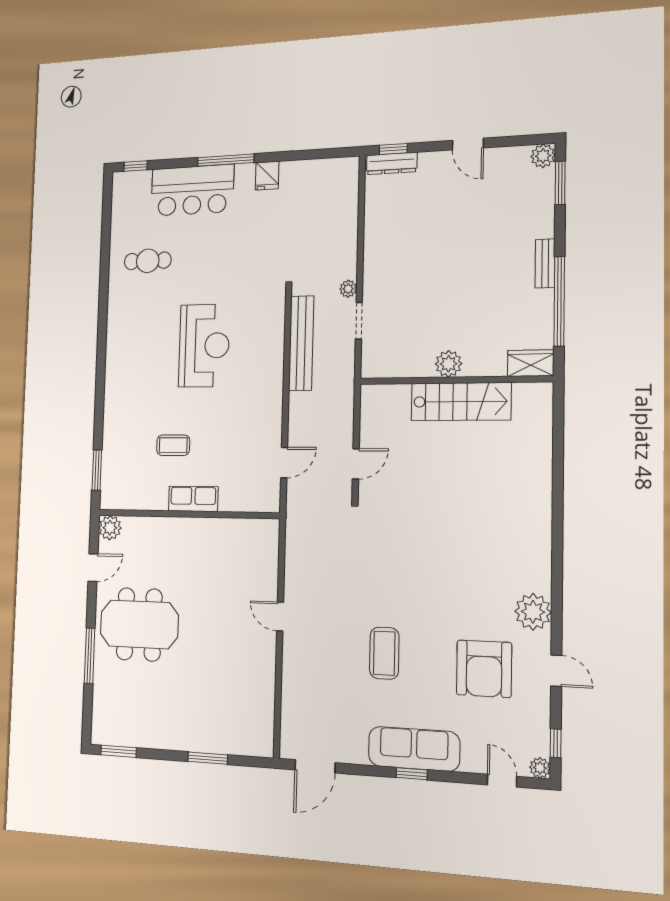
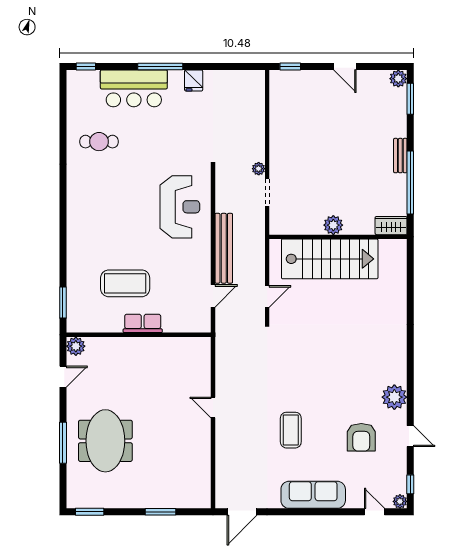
dresser: (392, 163) -> (289, 77), removed
bench: (301, 343) -> (224, 248), moved
reception desk: (204, 346) -> (180, 207), moved
stairs: (461, 402) -> (330, 259), width x1.36, depth x1.51
coffee table: (173, 445) -> (125, 283), width x1.86, depth x1.72
meeting table: (139, 624) -> (105, 441), moved, turned 90
armchair: (484, 669) -> (361, 437), width x0.73, depth x0.73
window: (412, 774) -> (312, 512), removed

